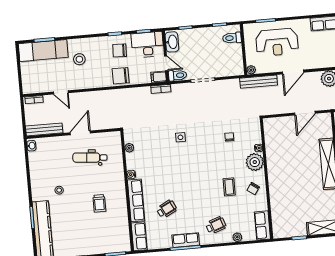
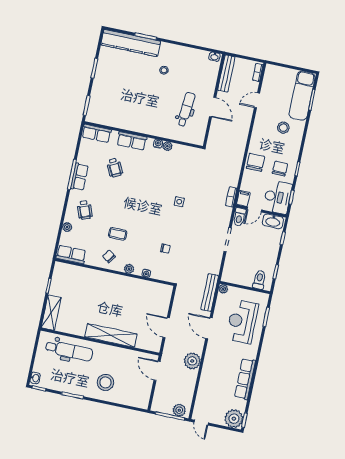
plant: (129, 148) -> (167, 146), moved
plant: (255, 162) -> (129, 269), width x0.53, depth x0.53
row of seats: (136, 200) -> (132, 141), width x0.68
trolley: (99, 203) -> (140, 105), removed

